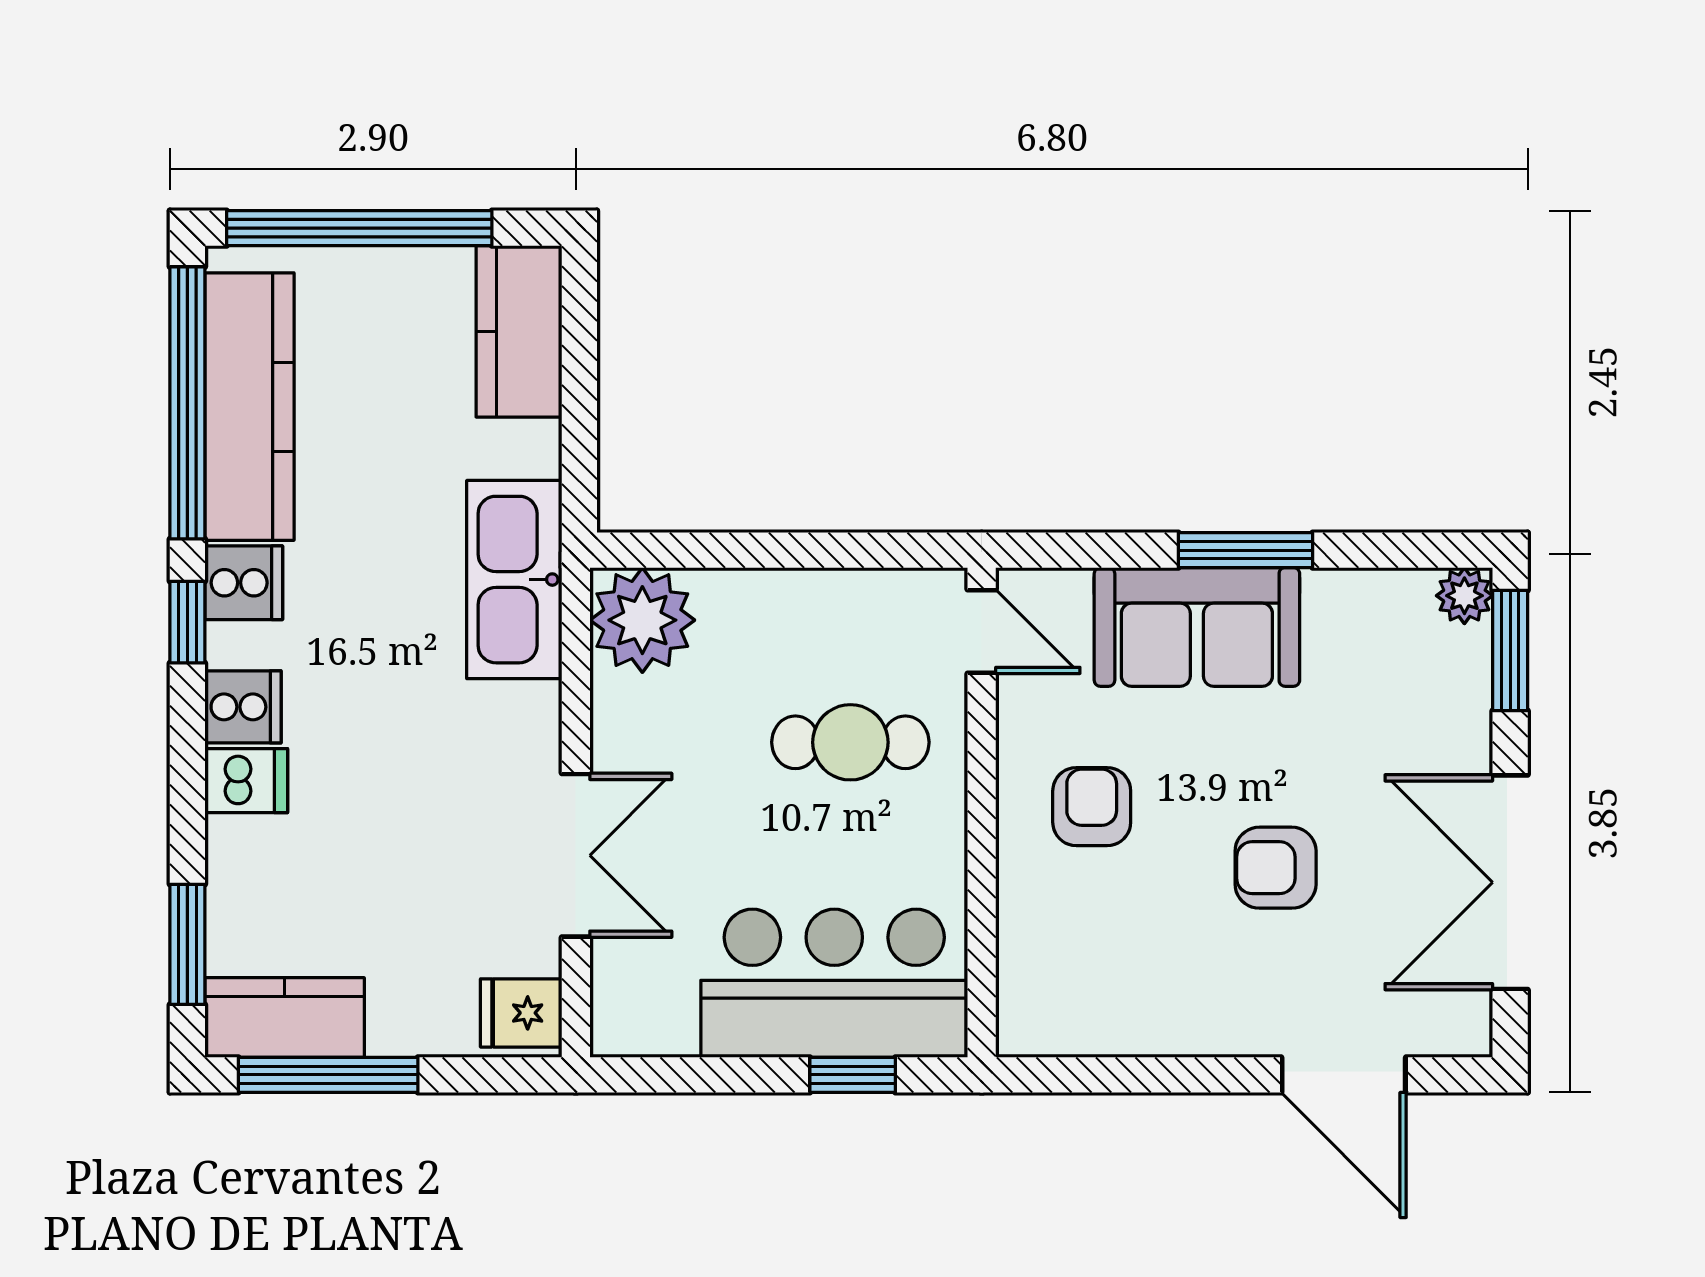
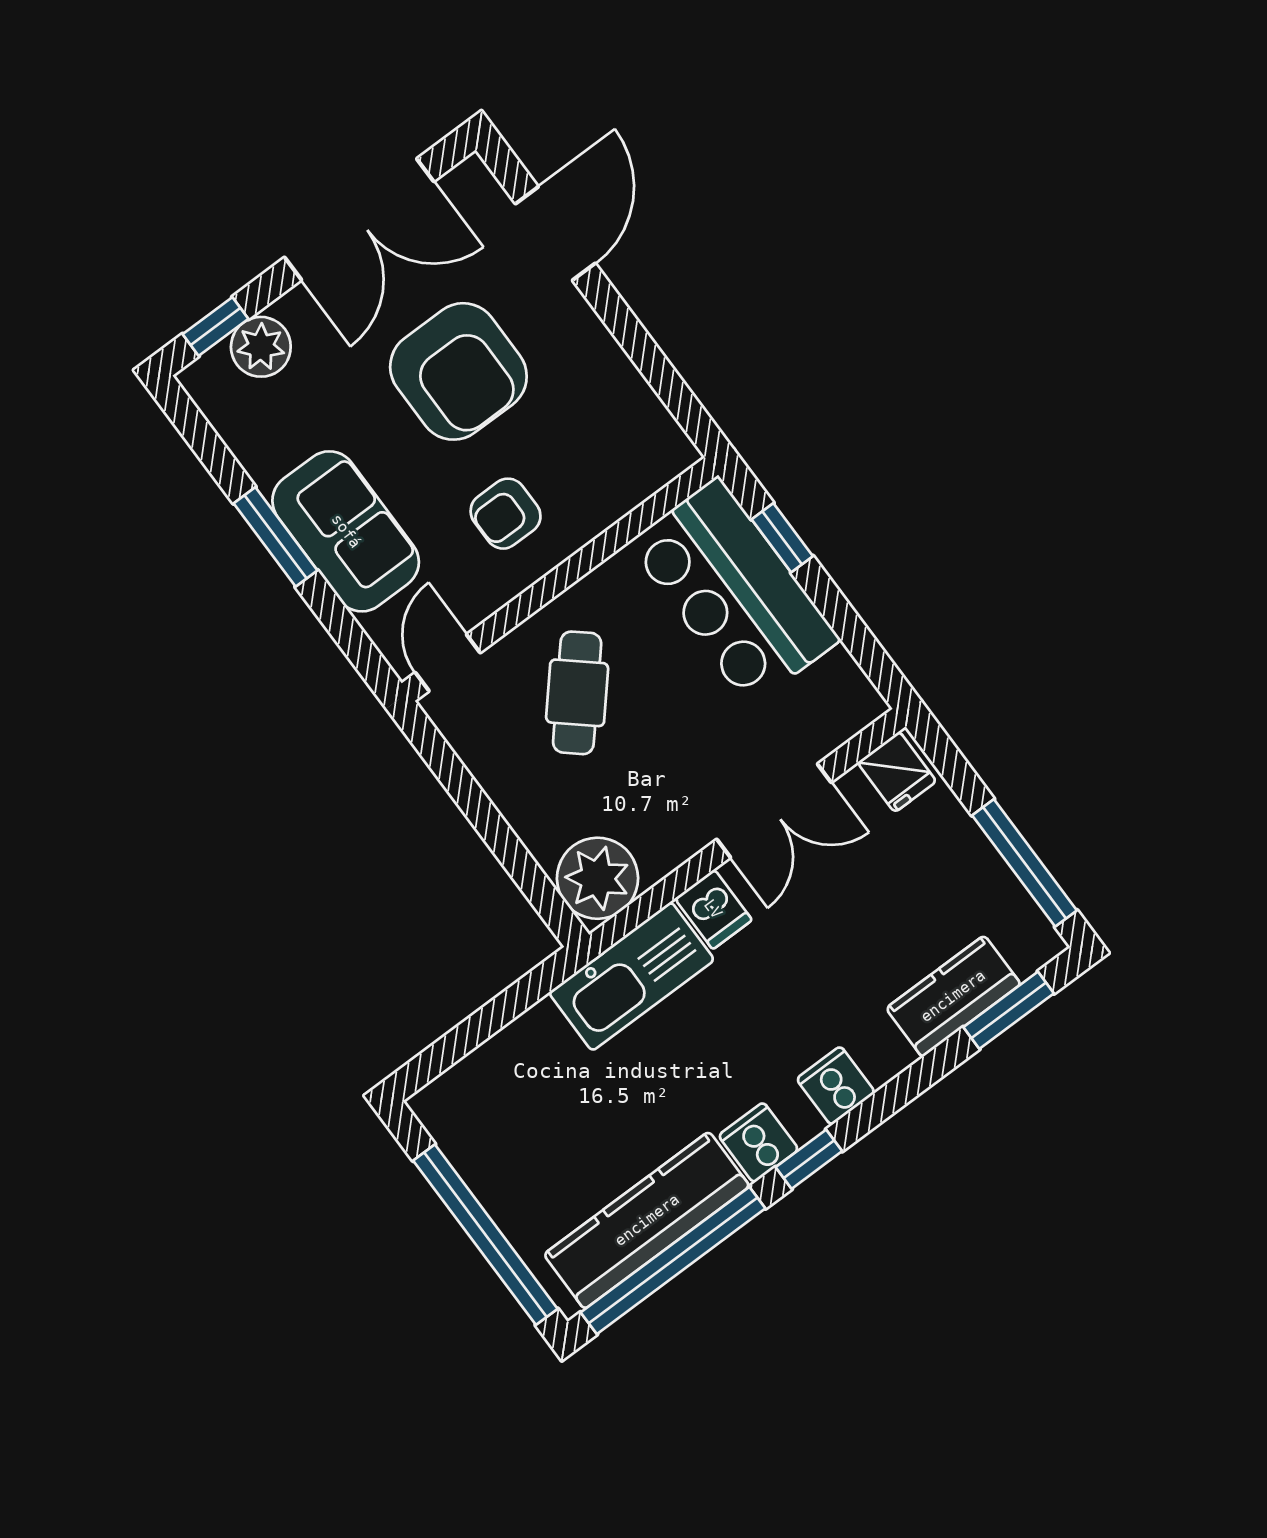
kitchen counter: (519, 331) -> (476, 1088), removed
plant: (1464, 596) -> (261, 347), moved, width x1.38, depth x1.38
window: (1510, 650) -> (216, 326), width x0.67
cafe table: (850, 742) -> (577, 693), turned 41
dishwasher: (246, 781) -> (713, 909), moved, turned 180
double door: (576, 855) -> (774, 811), swing flipped
armchair: (1276, 868) -> (458, 371), width x1.88, depth x1.88
kitchen counter: (285, 1018) -> (953, 996), moved, turned 90

